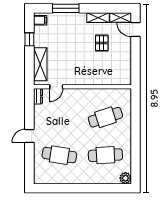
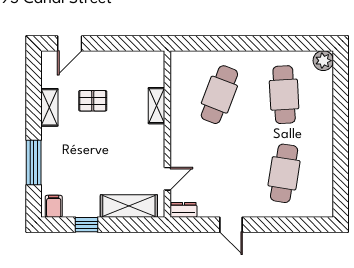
shelving: (121, 17) -> (156, 106), moved
door: (56, 87) -> (167, 179), hinge flipped
cafe table: (105, 117) -> (219, 95), turned 39
door: (29, 136) -> (231, 225), moved

